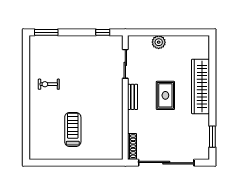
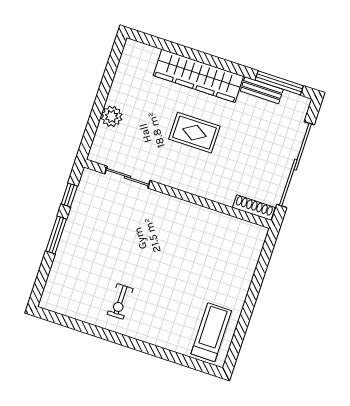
window: (46, 32) -> (56, 235), moved
bench: (133, 97) -> (262, 90), moved
treadmill: (73, 129) -> (211, 332), moved, turned 90
window: (212, 137) -> (279, 83), width x1.44

